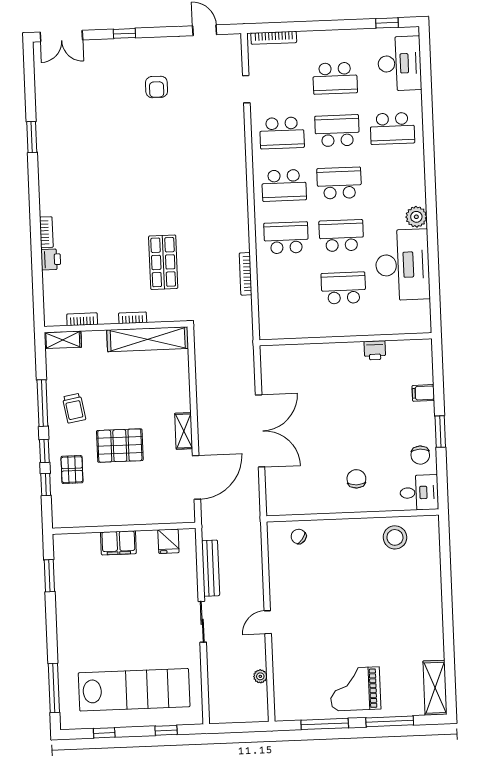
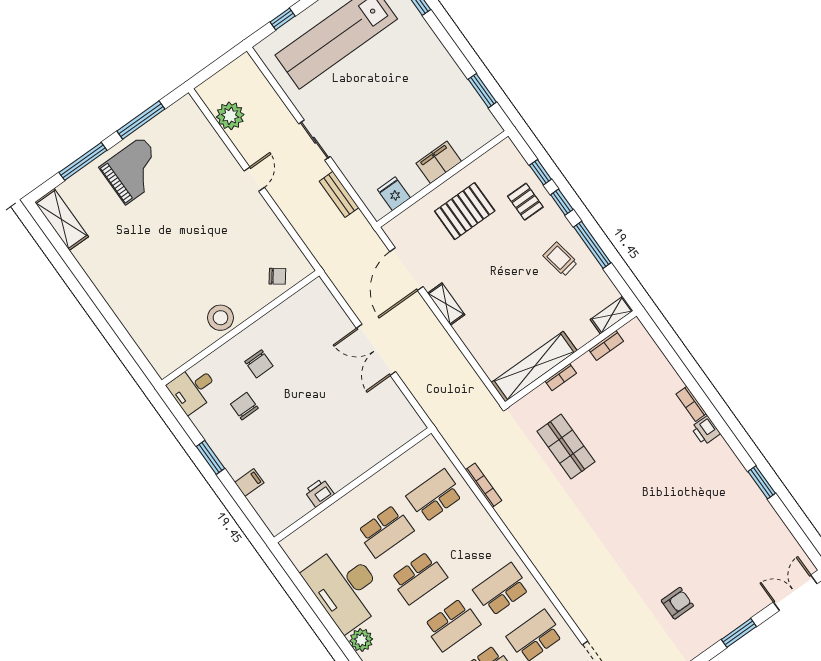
window: (124, 33) -> (739, 633), width x1.50
armchair: (157, 87) -> (677, 603), turned 90
school desk: (286, 238) -> (435, 496), moved, turned 180
printer: (51, 259) -> (706, 430), moved
double door: (260, 431) -> (376, 350), width x0.73
pallet: (120, 446) -> (465, 211), moved
chair: (420, 455) -> (244, 406), moved
stool: (395, 537) -> (221, 318), moved
bench: (211, 568) -> (339, 194), width x0.73
plant: (260, 676) -> (230, 116), width x1.88, depth x1.88

